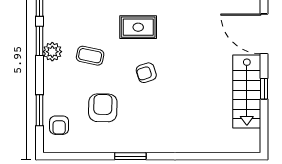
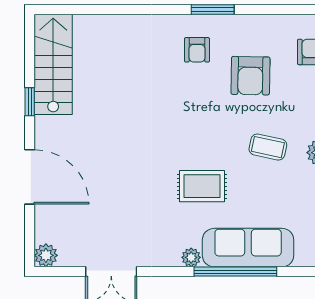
armchair: (146, 73) -> (197, 50), moved, turned 108
stairs: (247, 92) -> (53, 64), moved

